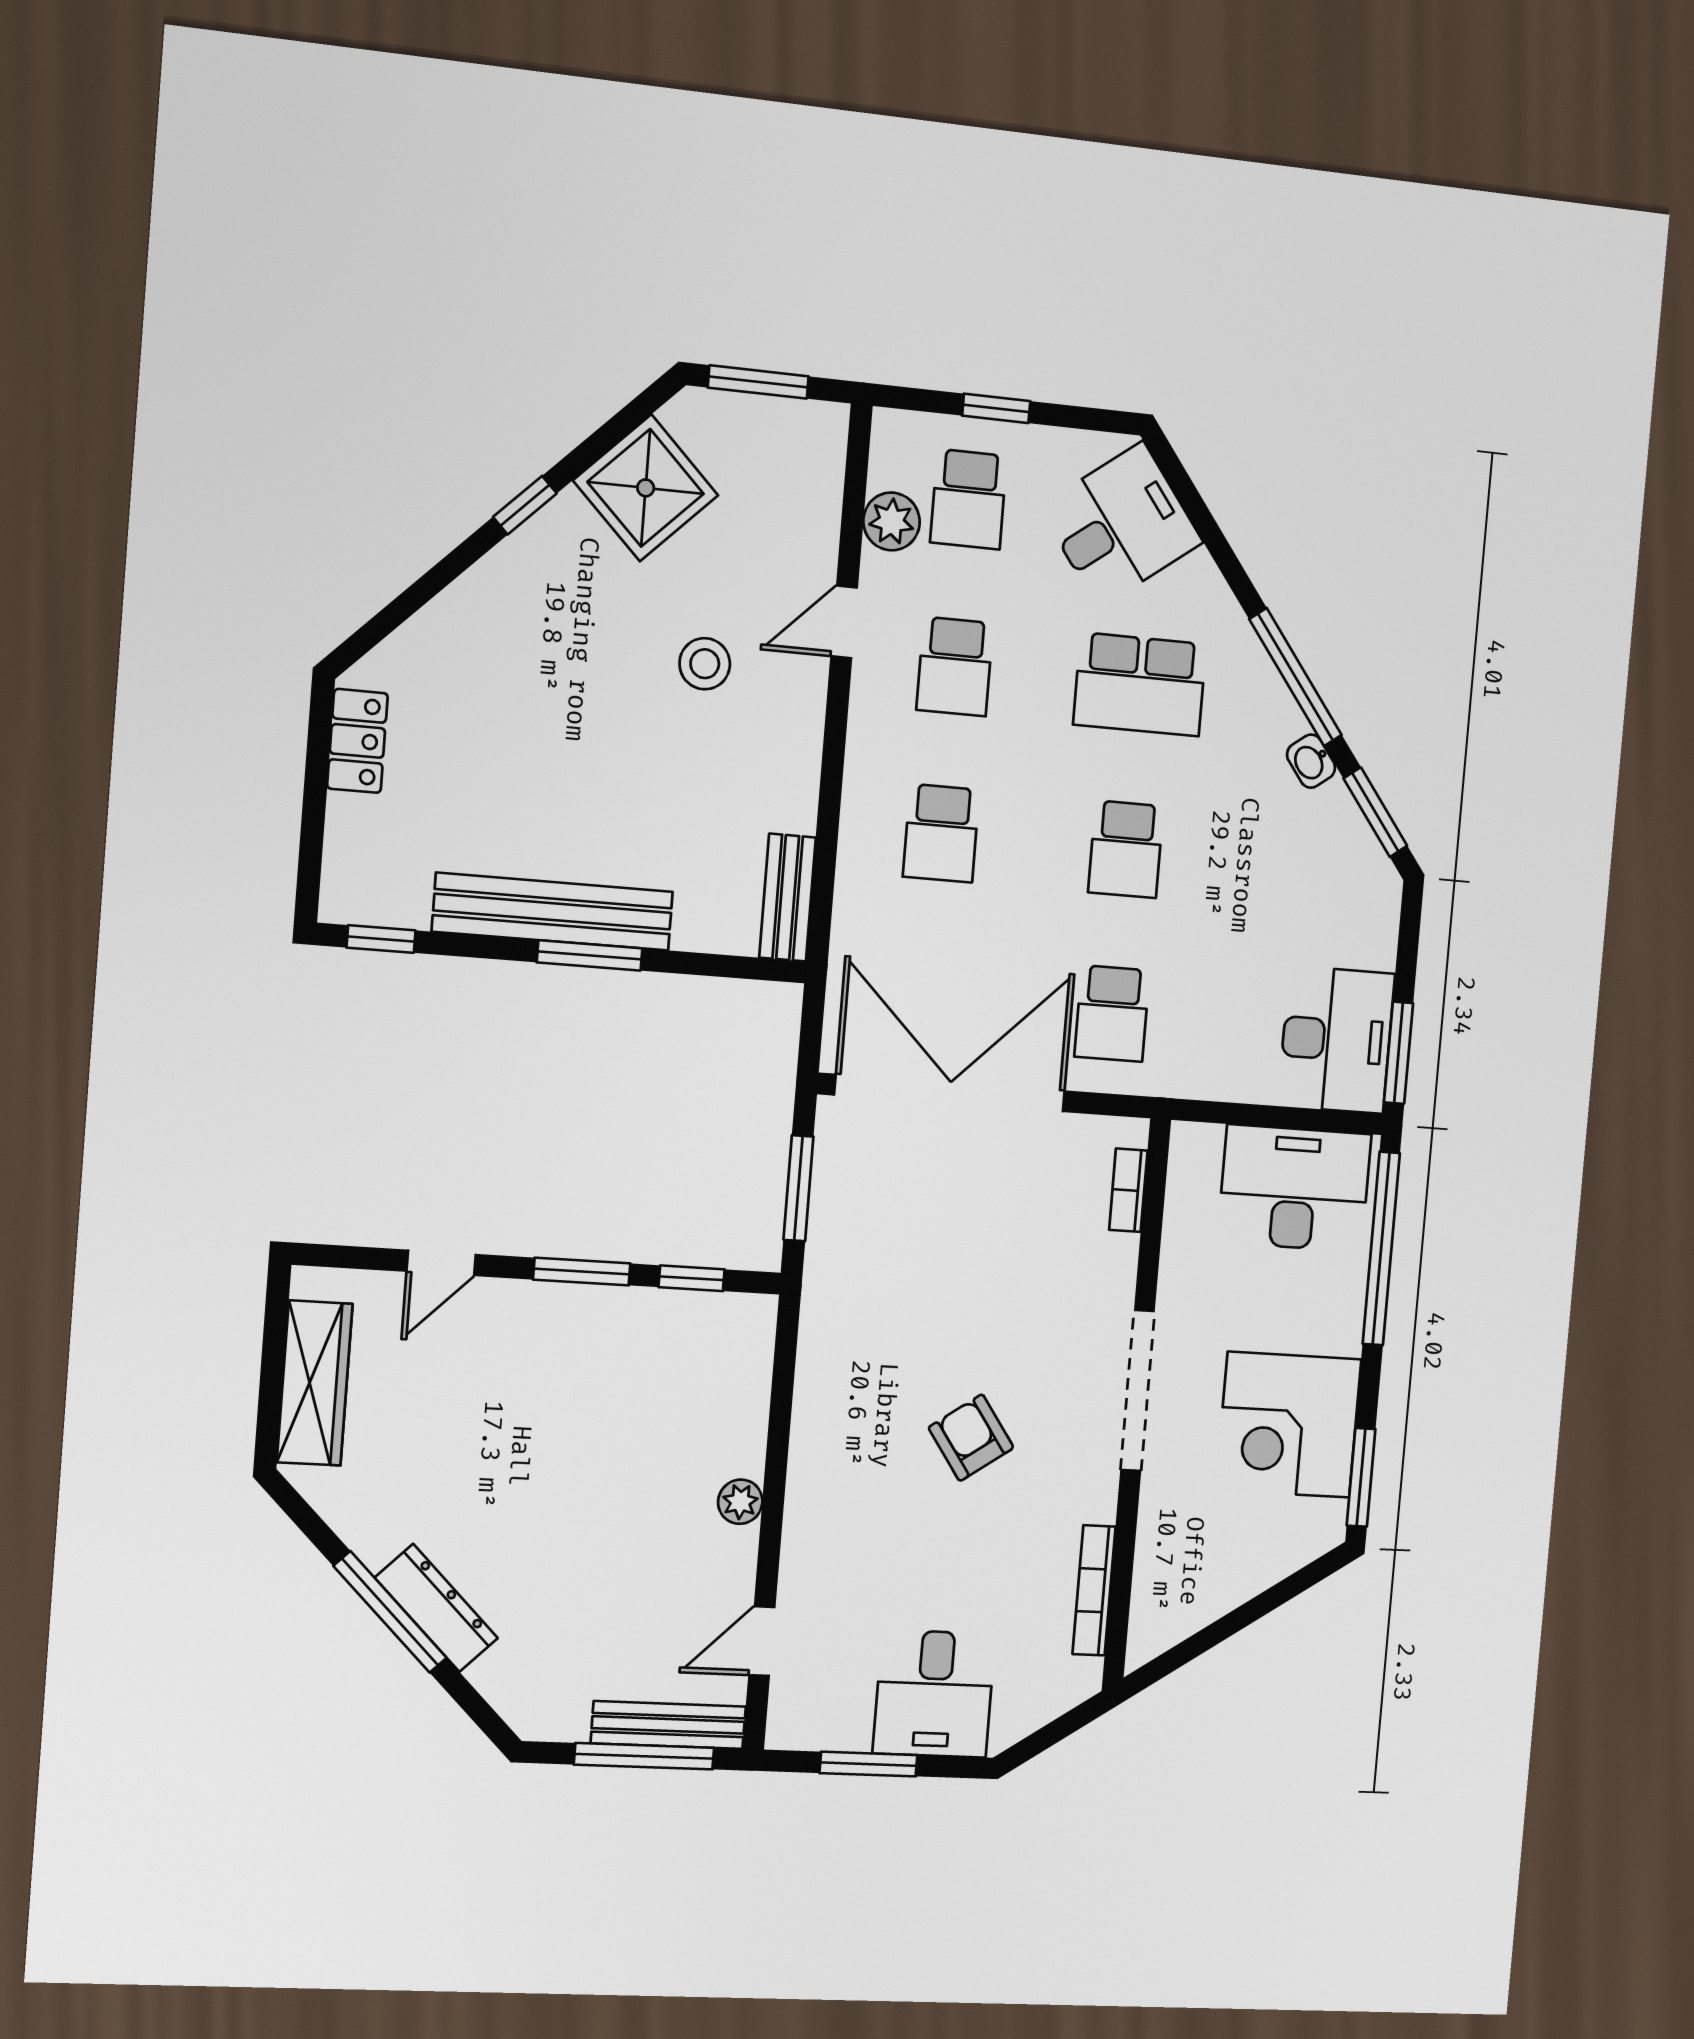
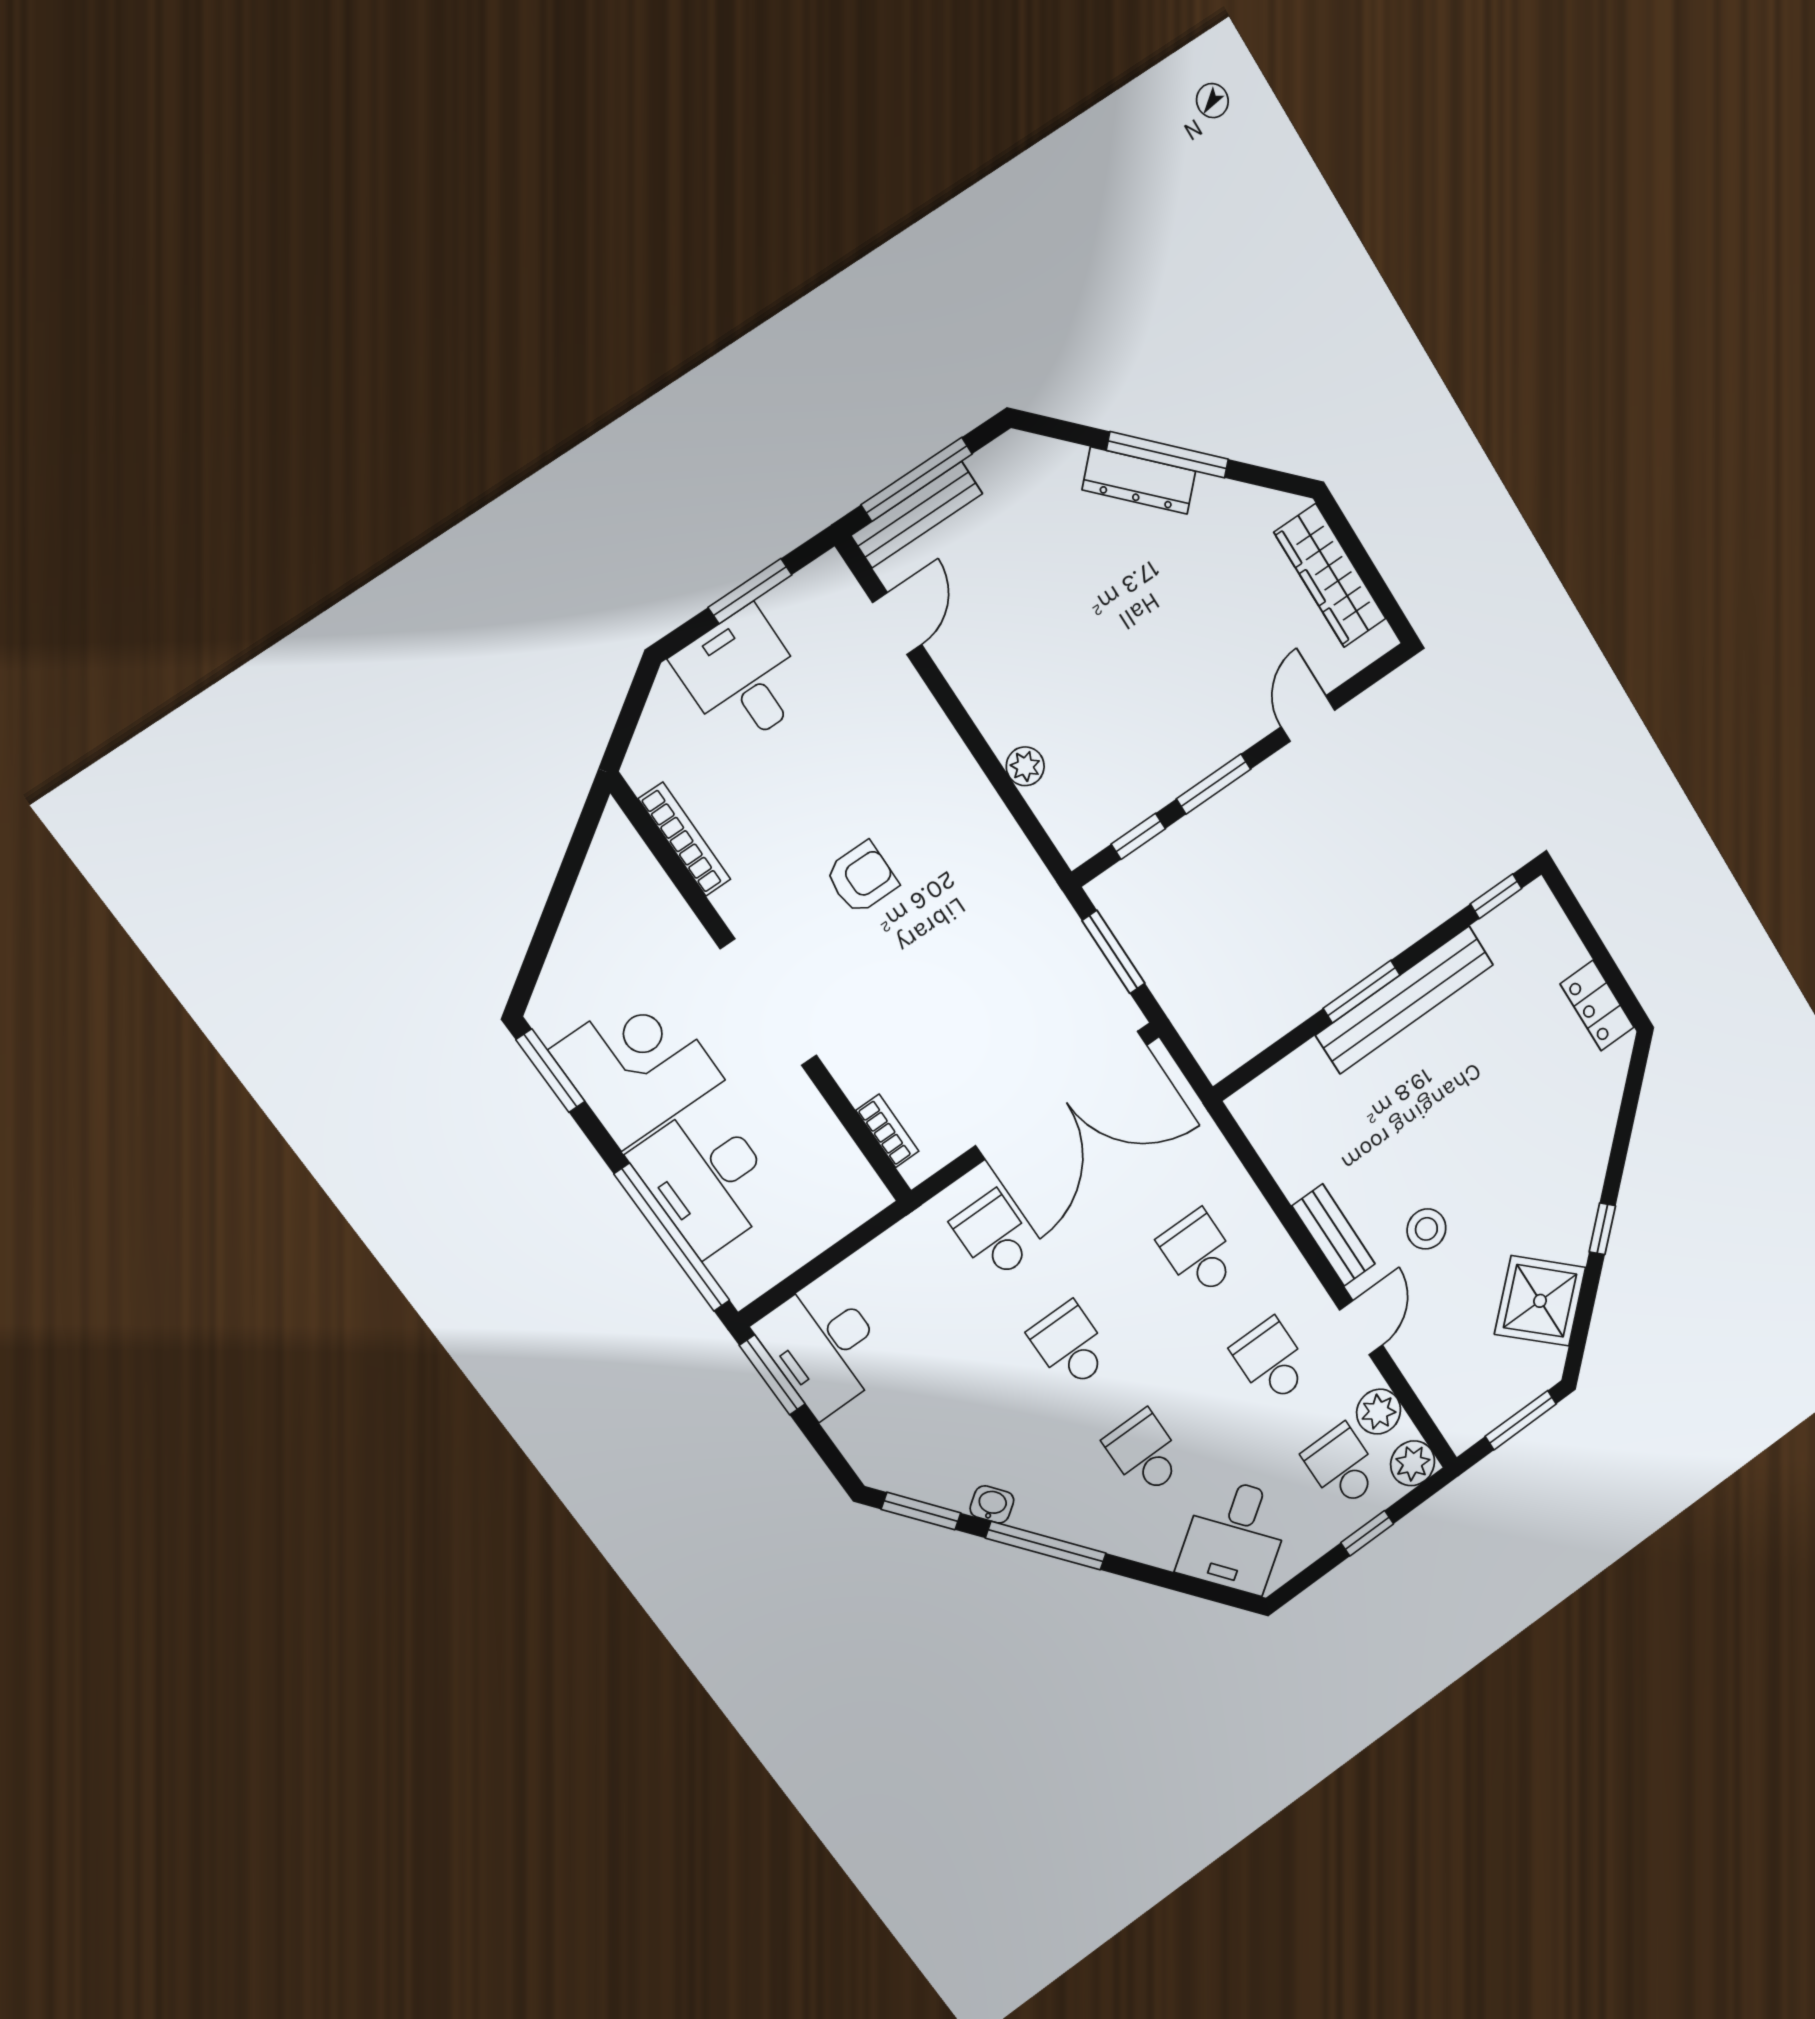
plant: (899, 438) -> (1413, 1463), added
school desk: (1140, 684) -> (1145, 1453), width x0.54
bench: (788, 898) -> (1334, 1235), moved
desk: (1294, 1188) -> (707, 1178), moved, turned 90
armchair: (971, 1438) -> (862, 878), turned -55
plant: (740, 1502) -> (1025, 766), moved

